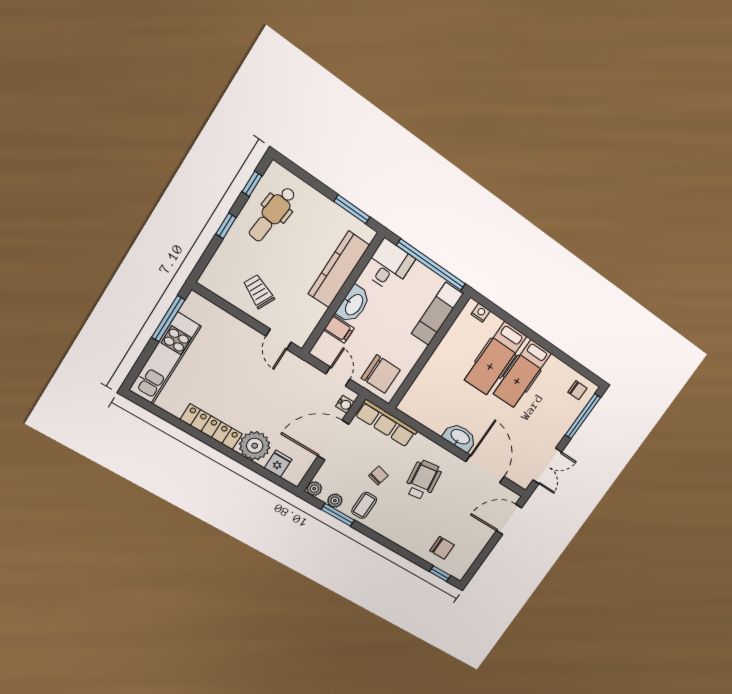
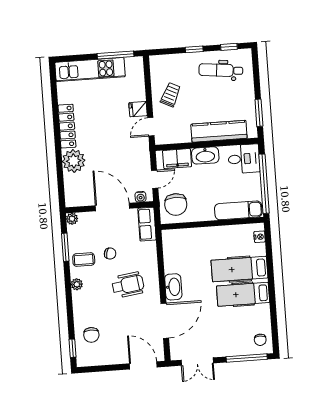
filing cabinet: (339, 329) -> (177, 159), width x2.00
row of seats: (386, 423) -> (147, 224), width x0.68
fridge: (278, 464) -> (138, 109), moved, turned 180
plant: (335, 501) -> (77, 284), moved

